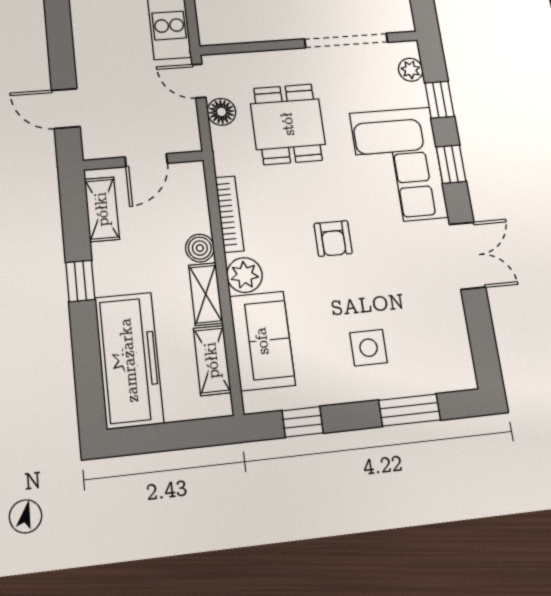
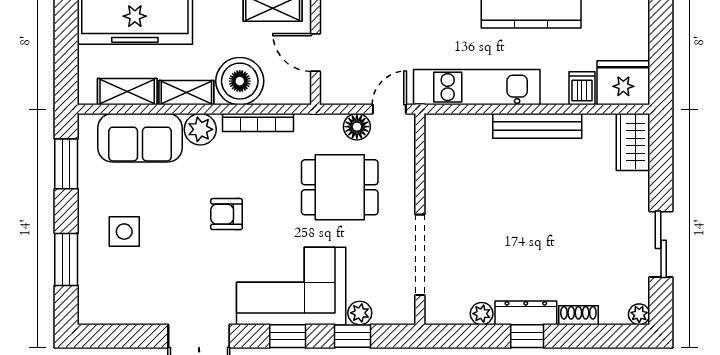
plant: (411, 70) -> (360, 313), moved
boiler: (200, 248) -> (240, 81), width x1.86, depth x1.86
window: (303, 422) -> (66, 164), width x1.50

